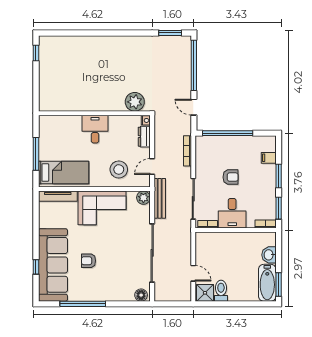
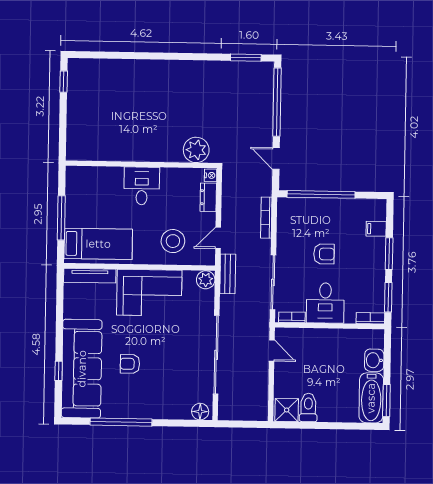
bench: (160, 198) -> (228, 274), width x0.73
door: (193, 273) -> (272, 350), moved

